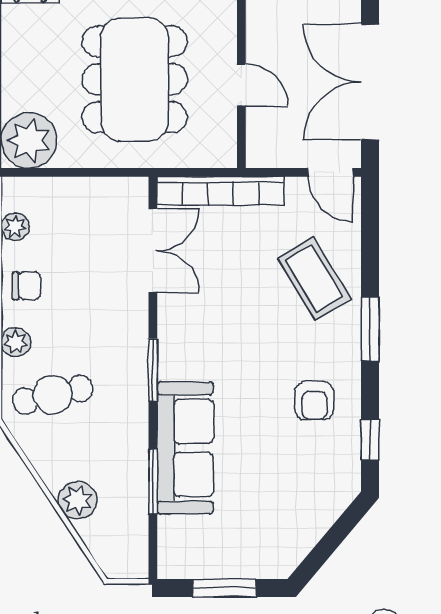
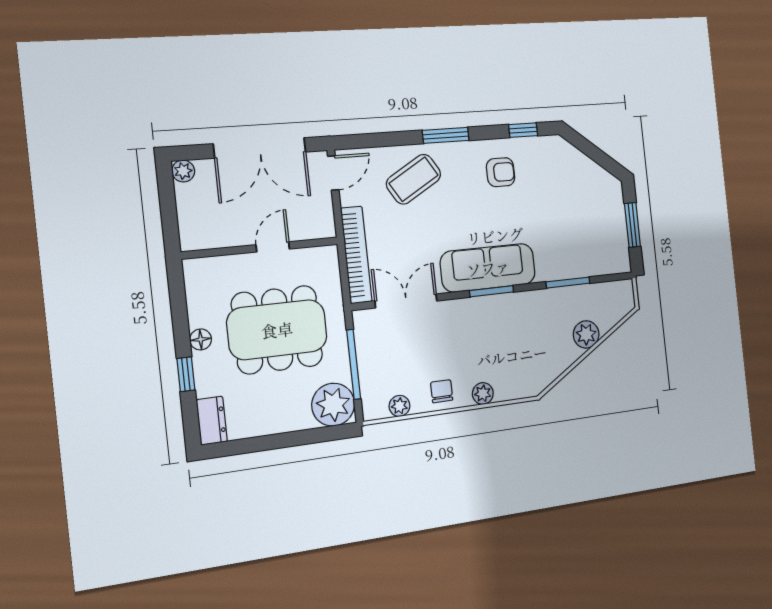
window: (78, 172) -> (354, 364), added
cafe table: (53, 395) -> (517, 362), removed
sofa: (185, 448) -> (488, 268), moved

